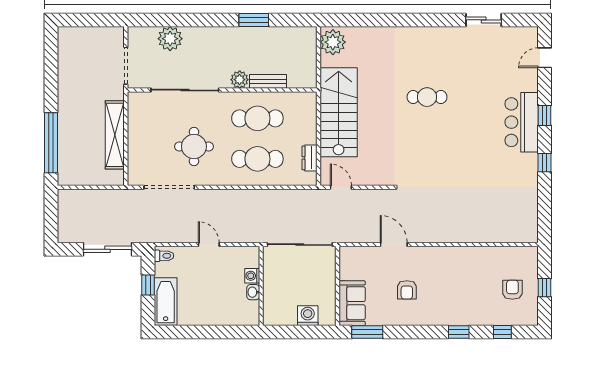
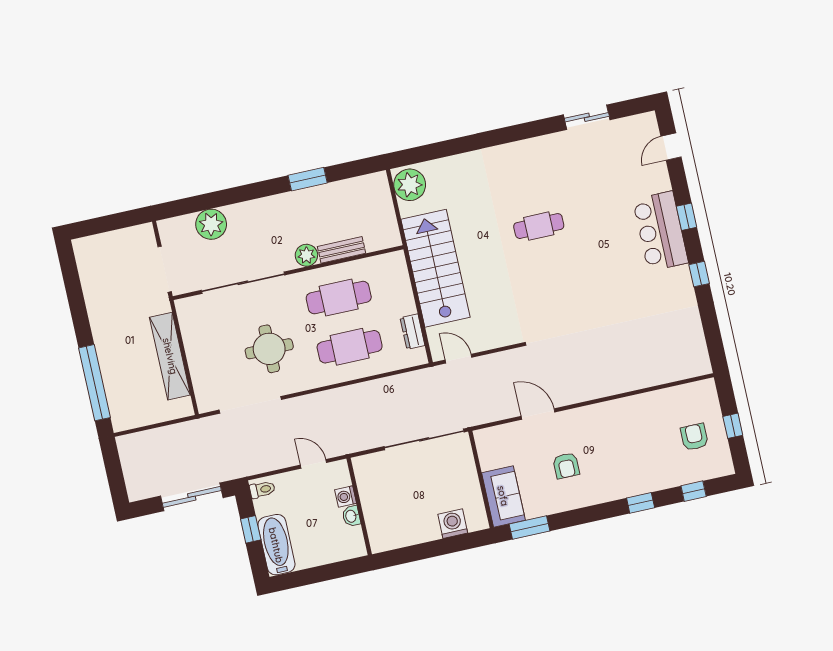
washing machine: (252, 276) -> (346, 497), moved
wall: (261, 286) -> (359, 506), moved
washbasin: (253, 292) -> (351, 516), moved

